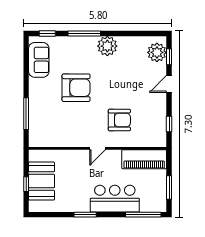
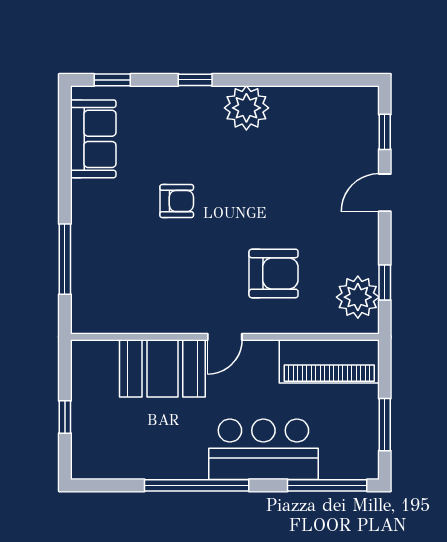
window: (84, 34) -> (195, 80), width x0.46
plant: (157, 52) -> (358, 297), moved
armchair: (76, 88) -> (177, 201), width x0.53, depth x0.53
booth: (41, 181) -> (162, 368), moved, turned 90
window: (85, 215) -> (197, 485), width x2.11

